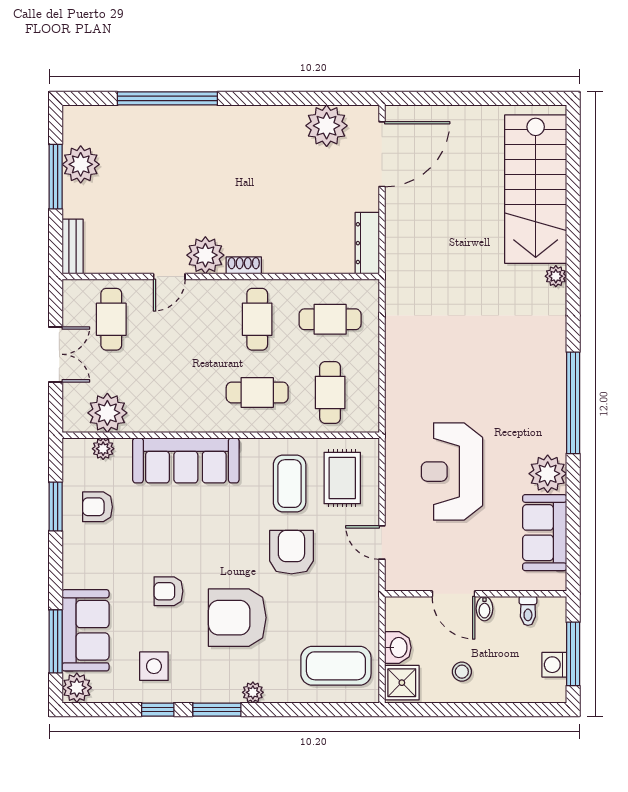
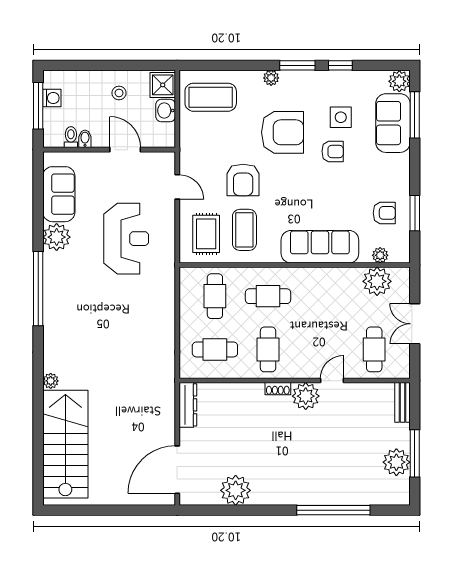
plant: (327, 126) -> (236, 490), moved
bidet: (484, 609) -> (85, 139), moved
side table: (154, 666) -> (341, 117), moved

